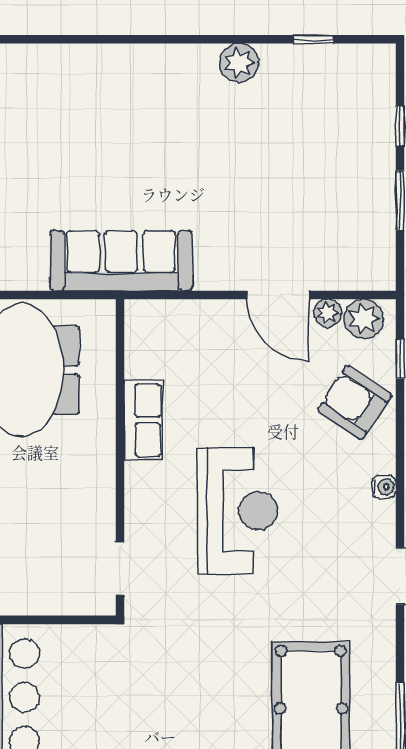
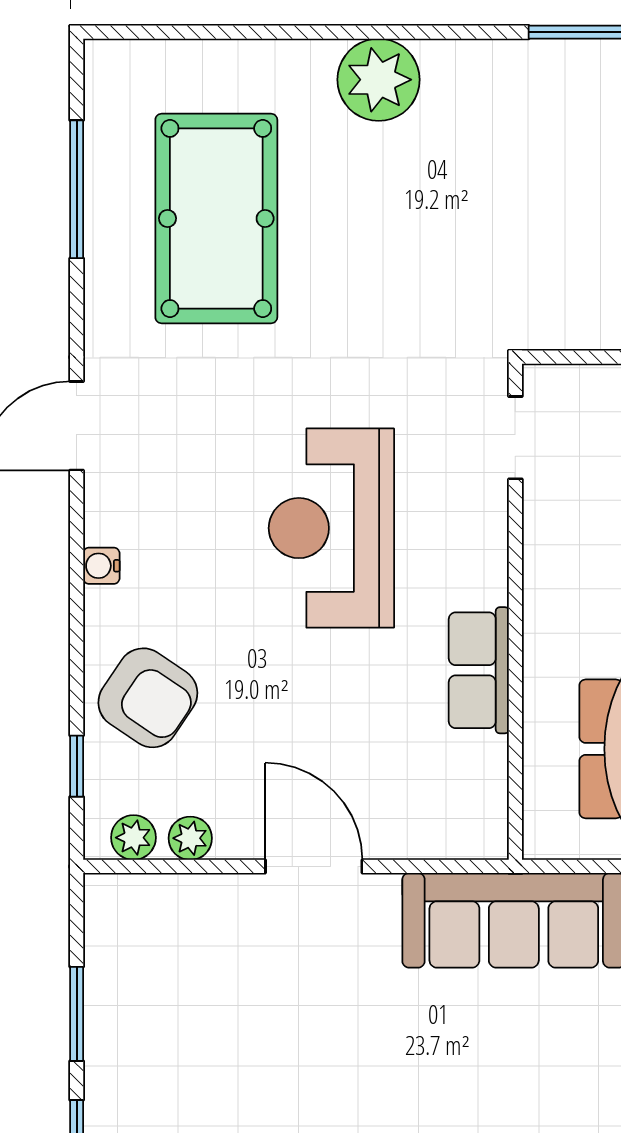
door: (278, 295) -> (314, 866), moved
plant: (364, 319) -> (133, 838), width x0.73, depth x0.73

